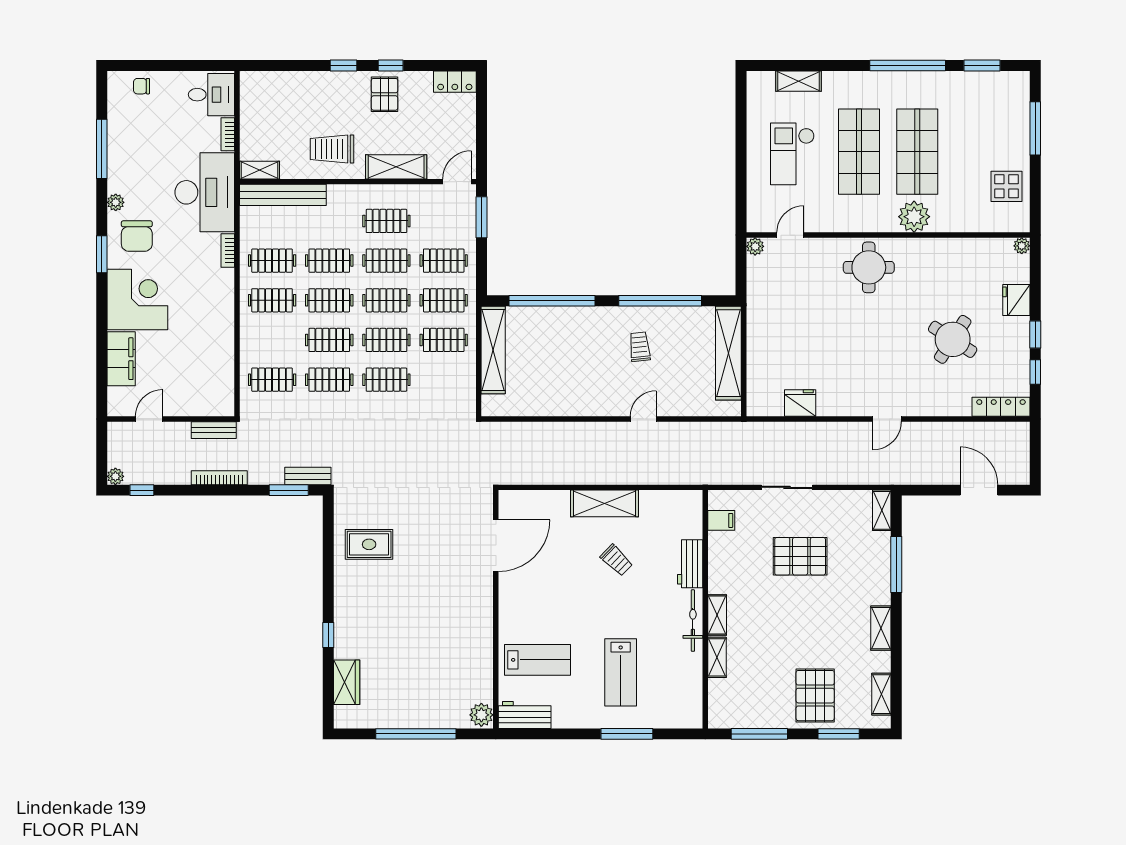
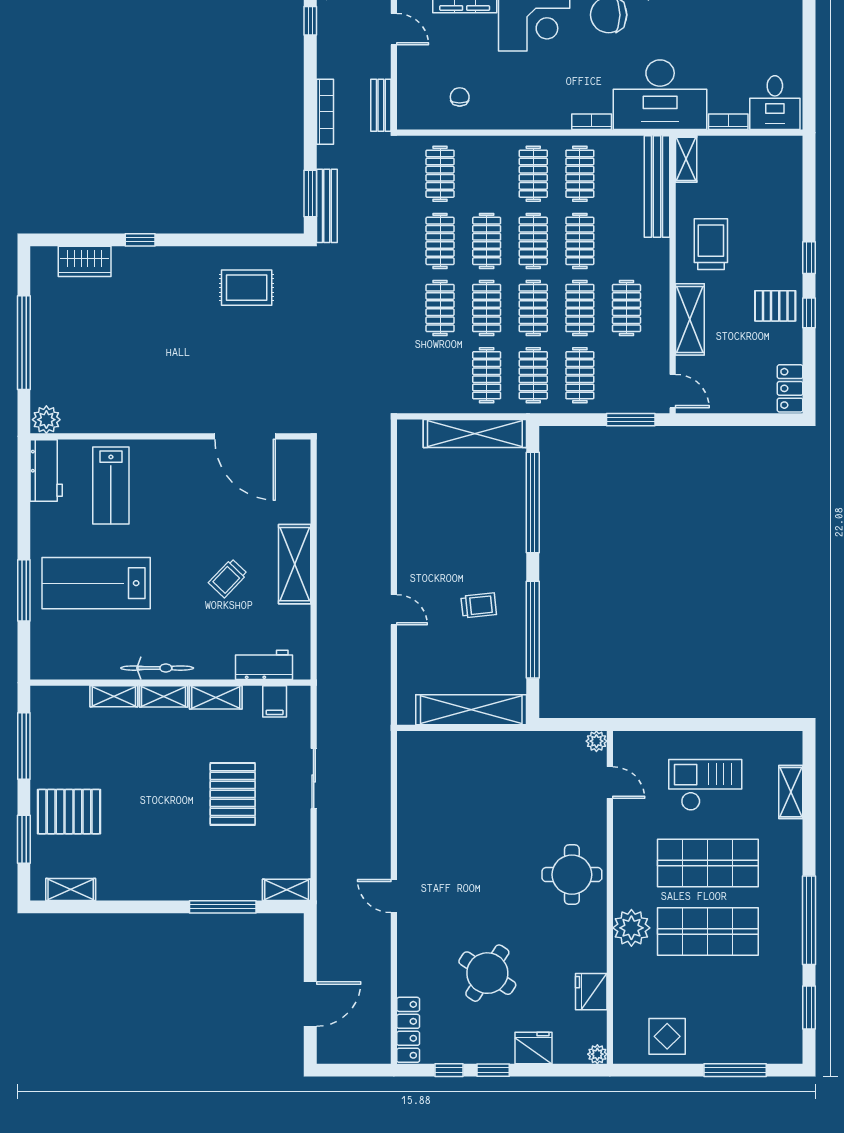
chair: (142, 86) -> (460, 97), moved
fridge: (800, 403) -> (591, 992), moved, turned 180
bench: (308, 476) -> (327, 206), width x1.36
rug: (369, 544) -> (247, 288), turned 90
workbench: (690, 564) -> (264, 665), moved
shelving: (881, 628) -> (216, 697), moved
lab bench: (621, 672) -> (96, 583), width x1.36, depth x1.39

